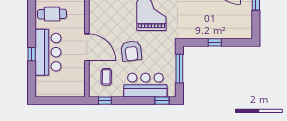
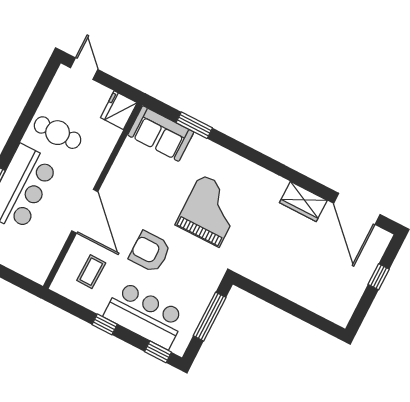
window: (215, 42) -> (285, 304), removed
armchair: (131, 51) -> (150, 252), turned 97
window: (105, 101) -> (105, 324), moved

